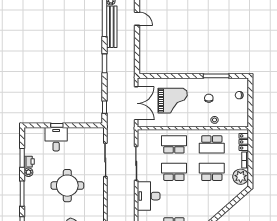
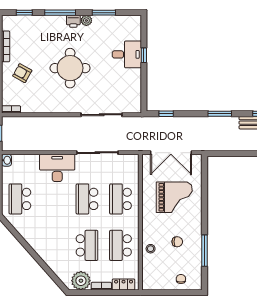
grand piano: (173, 101) -> (174, 197), turned -90
school desk: (174, 144) -> (120, 199), turned 180
printer: (29, 162) -> (73, 21), moved
school desk: (174, 172) -> (87, 199), turned 180

